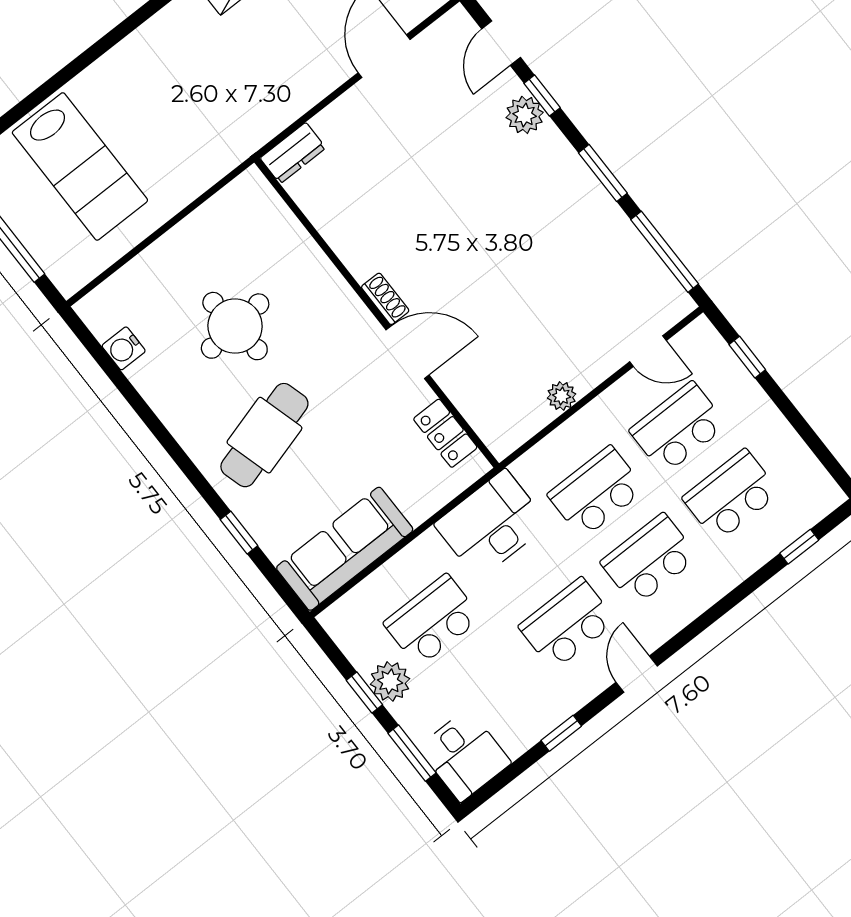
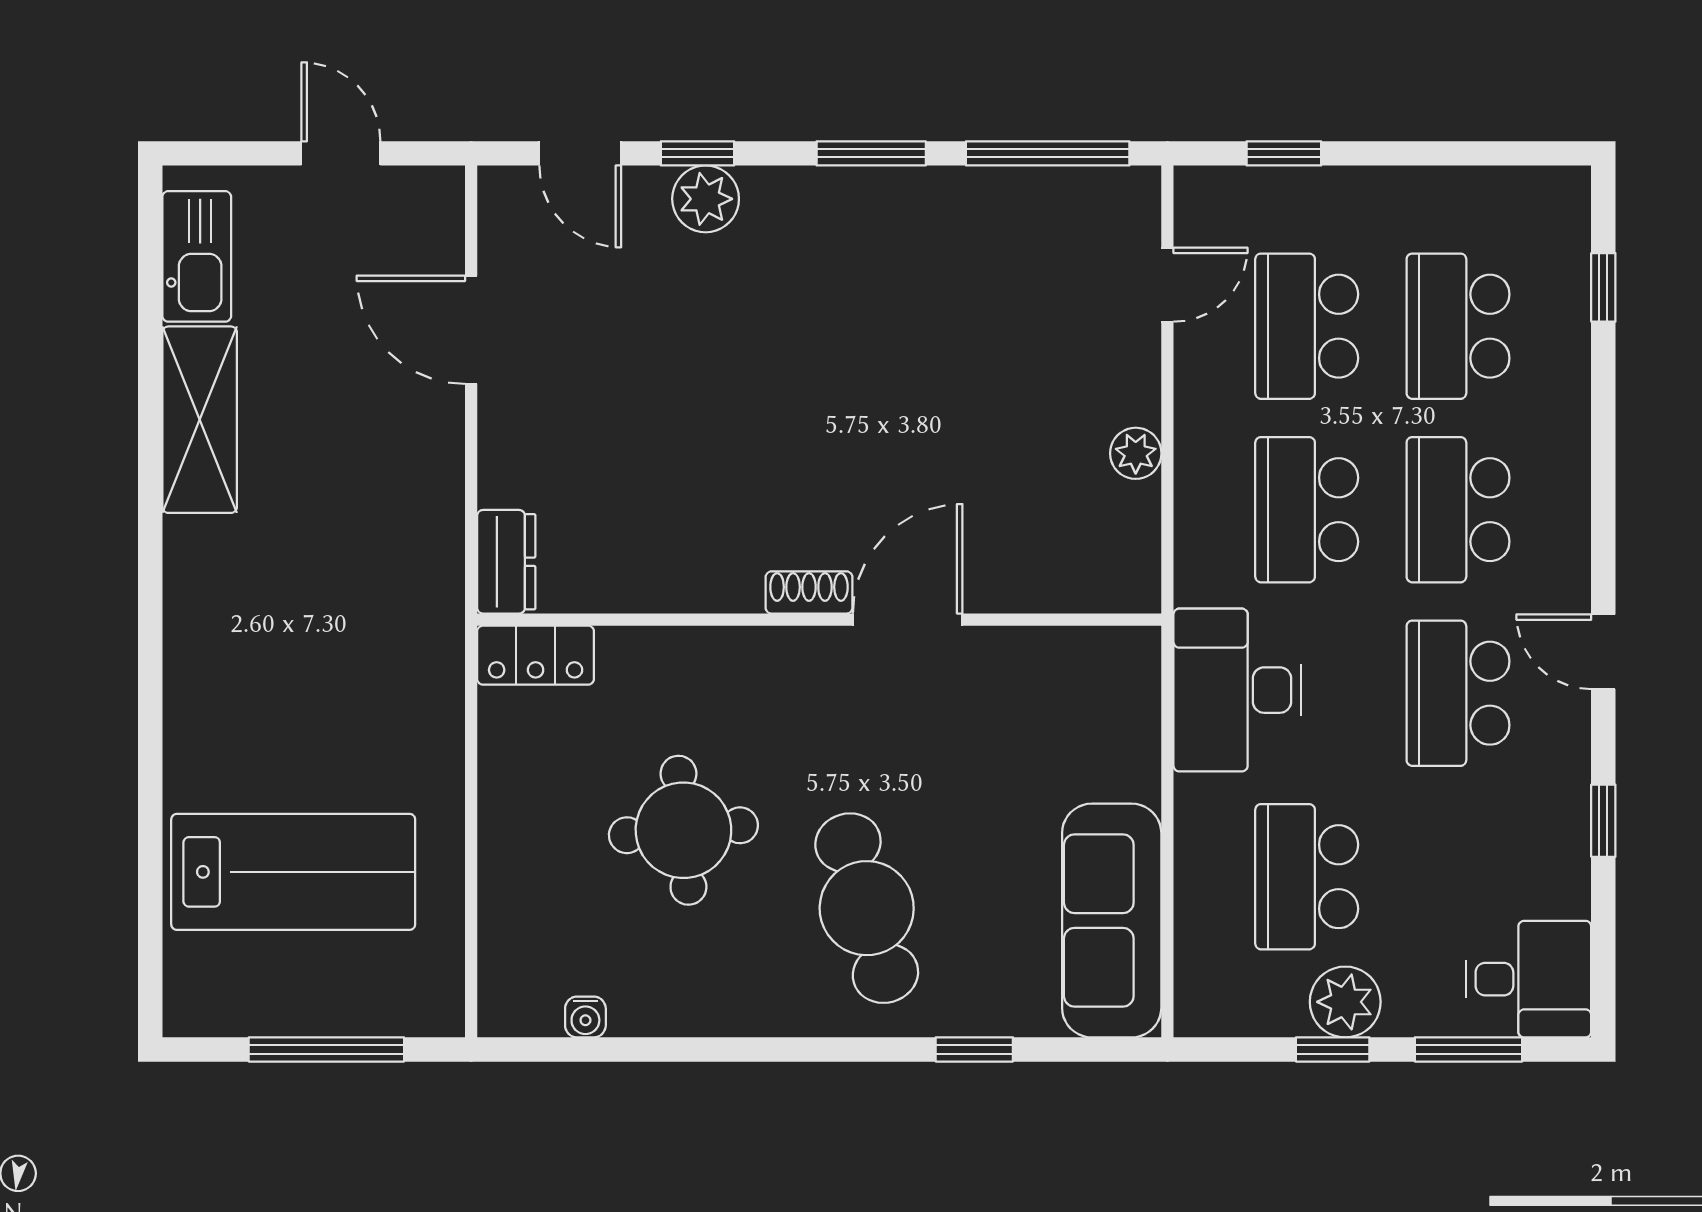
water cooler: (124, 348) -> (585, 1017), width x0.72, depth x0.72
locker: (445, 433) -> (536, 655), moved

